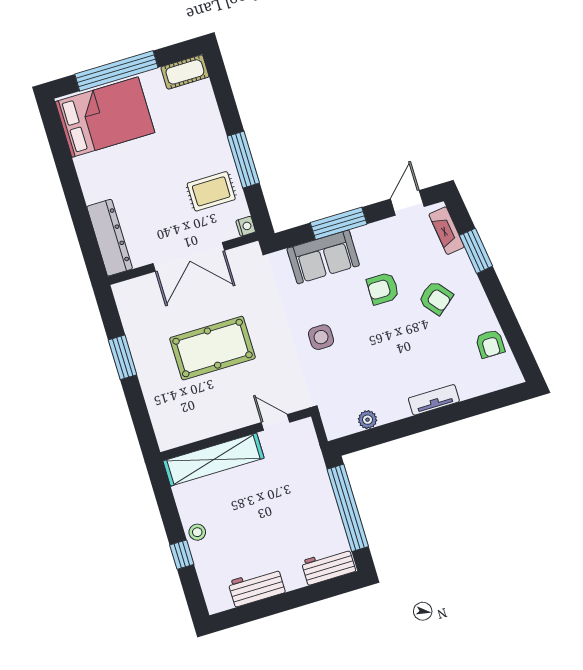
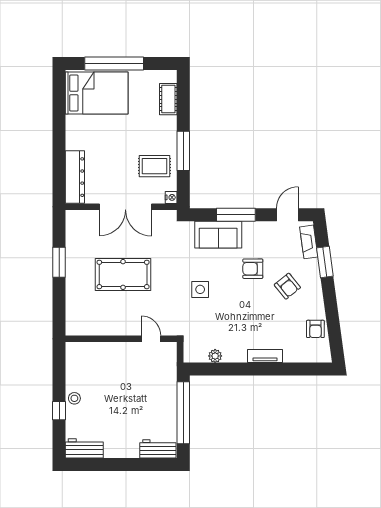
cot: (185, 72) -> (168, 99), moved, turned 90
shelving: (214, 460) -> (101, 352), removed
workbench: (257, 587) -> (84, 448), moved

